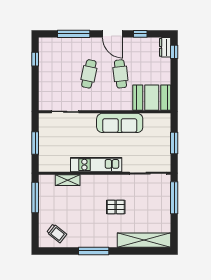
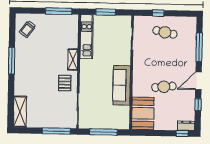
window: (35, 59) -> (158, 13), moved
cafe table: (89, 74) -> (165, 32), moved
window: (174, 143) -> (103, 132), width x1.44
kitchen unit: (96, 165) -> (87, 37), moved
shelving: (68, 180) -> (73, 60), moved
pallet: (116, 207) -> (65, 83), moved
shelving: (144, 240) -> (20, 112), width x0.68

